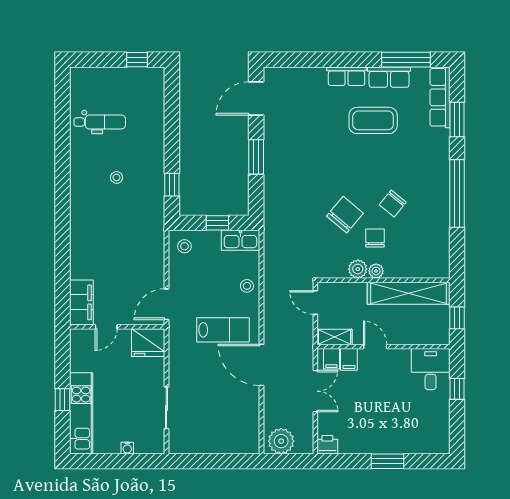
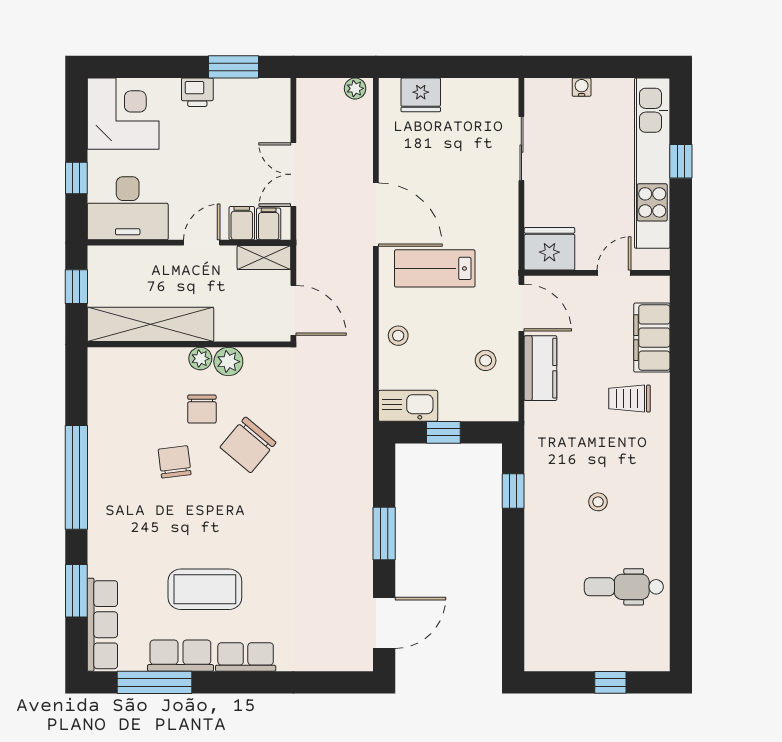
window: (137, 60) -> (610, 682), moved
chair: (393, 204) -> (175, 462), turned -46
trolley: (96, 245) -> (629, 399), added
stool: (184, 246) -> (486, 360), moved
kitchen counter: (154, 265) -> (540, 368), added
filing cabinet: (81, 302) -> (652, 338), moved
door: (315, 302) -> (293, 310), width x1.38
door: (166, 304) -> (521, 308), hinge flipped
door: (375, 347) -> (202, 243), swing flipped
desk: (431, 369) -> (128, 208), width x1.37
kitchen unit: (81, 413) -> (652, 163), width x1.36
corner desk: (426, 431) -> (123, 114), added
plant: (281, 441) -> (355, 88), width x0.53, depth x0.53
fridge: (232, 443) -> (421, 95), added
printer: (327, 445) -> (197, 92), moved
window: (387, 461) -> (234, 67), moved

